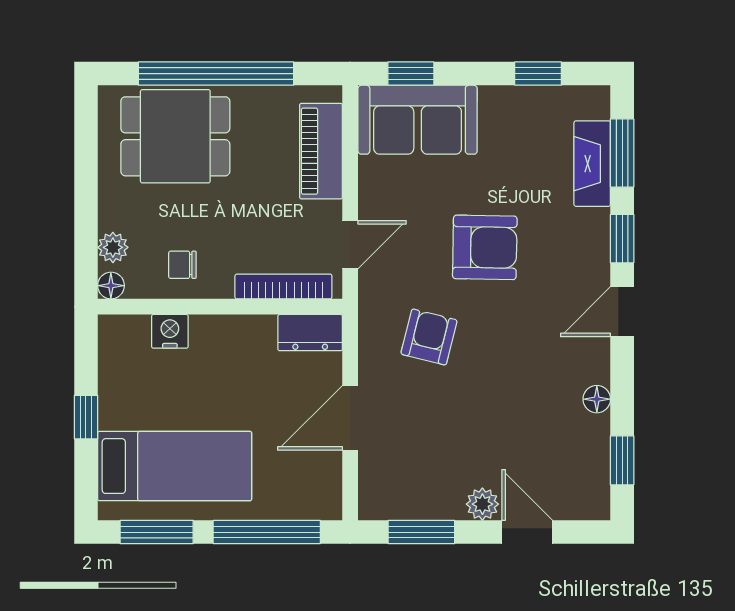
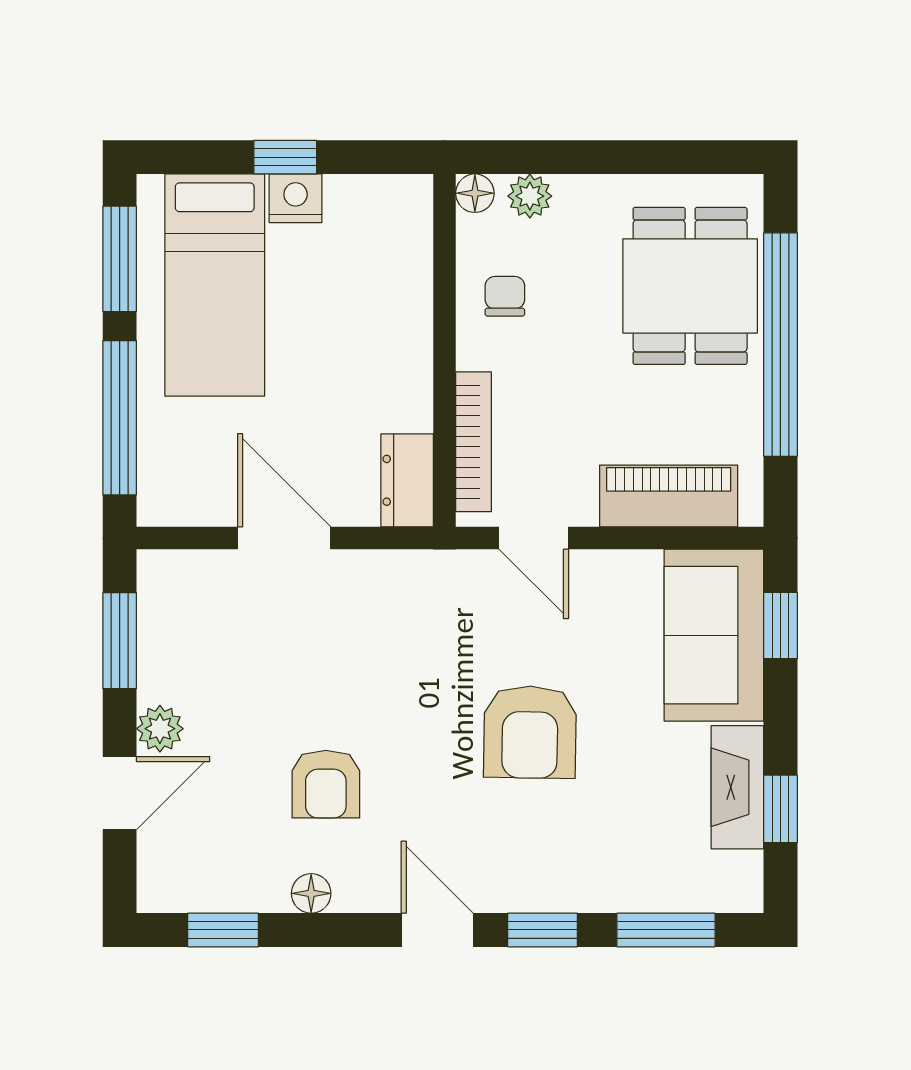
fireplace: (592, 164) -> (737, 787), moved, turned -90
nightstand: (170, 331) -> (296, 198), moved, turned -90
armchair: (429, 337) -> (326, 784), moved, turned 76

